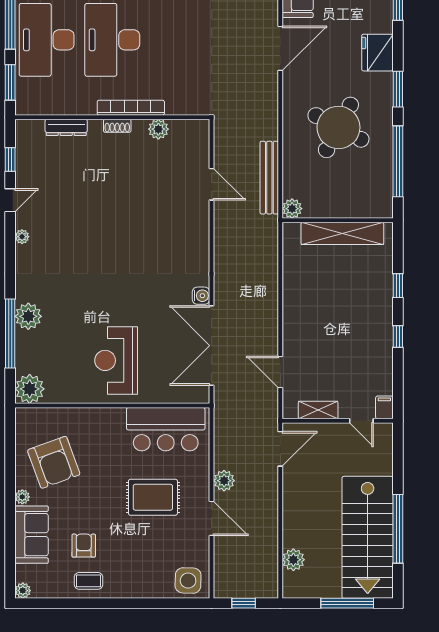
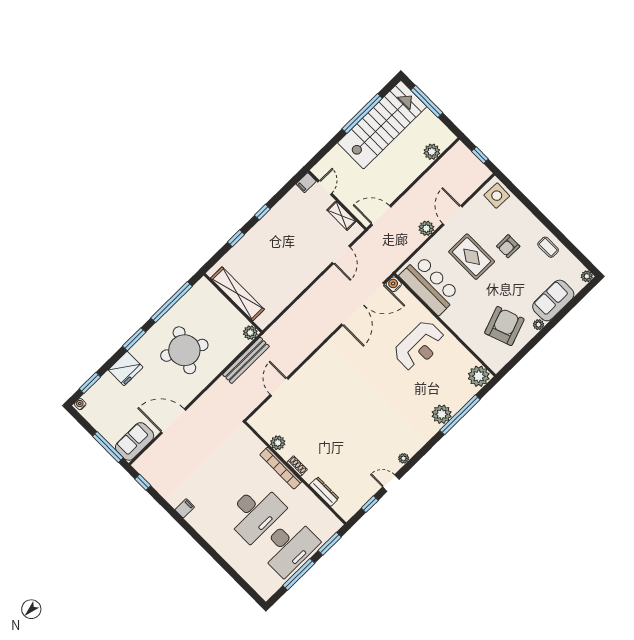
water cooler: (201, 296) -> (394, 284), moved
armchair: (84, 546) -> (508, 246), moved

